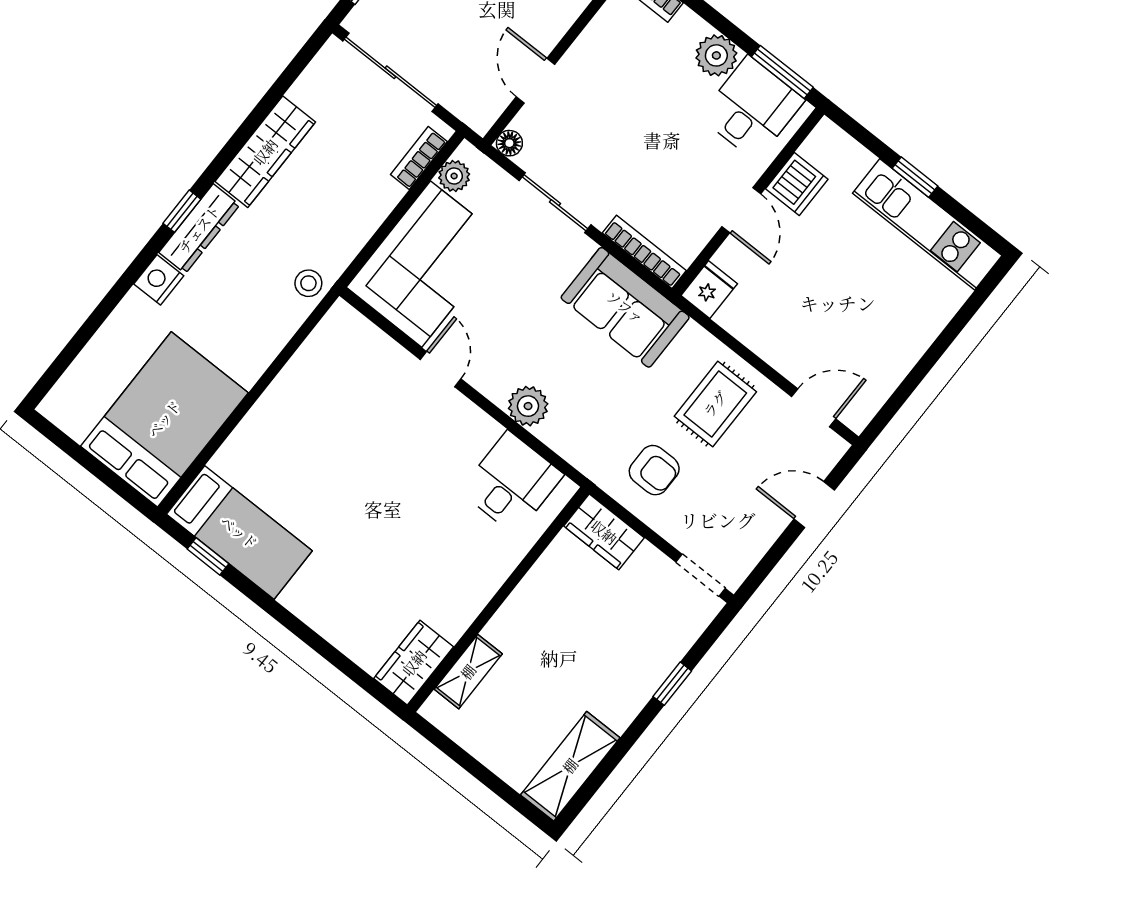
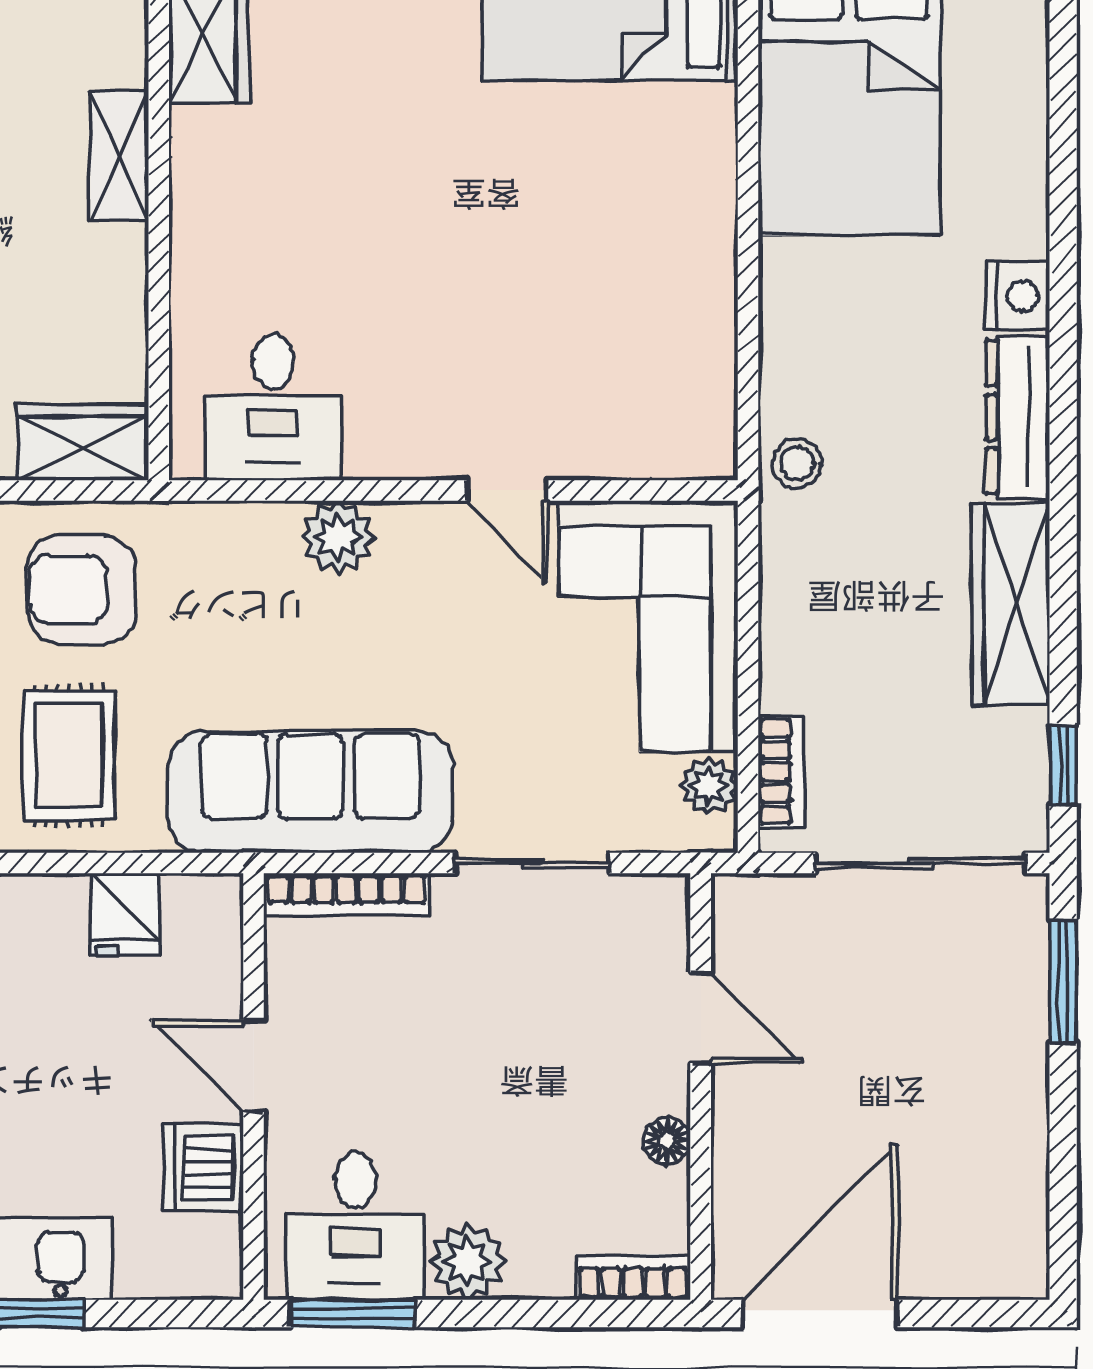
floor lamp: (509, 143) -> (667, 1141), moved
window: (182, 211) -> (1063, 765), moved
fridge: (709, 290) -> (125, 914), moved
sofa: (625, 307) -> (310, 792), width x1.36
armchair: (654, 470) -> (81, 589), width x1.38, depth x1.38
shelving: (468, 672) -> (119, 156), moved

